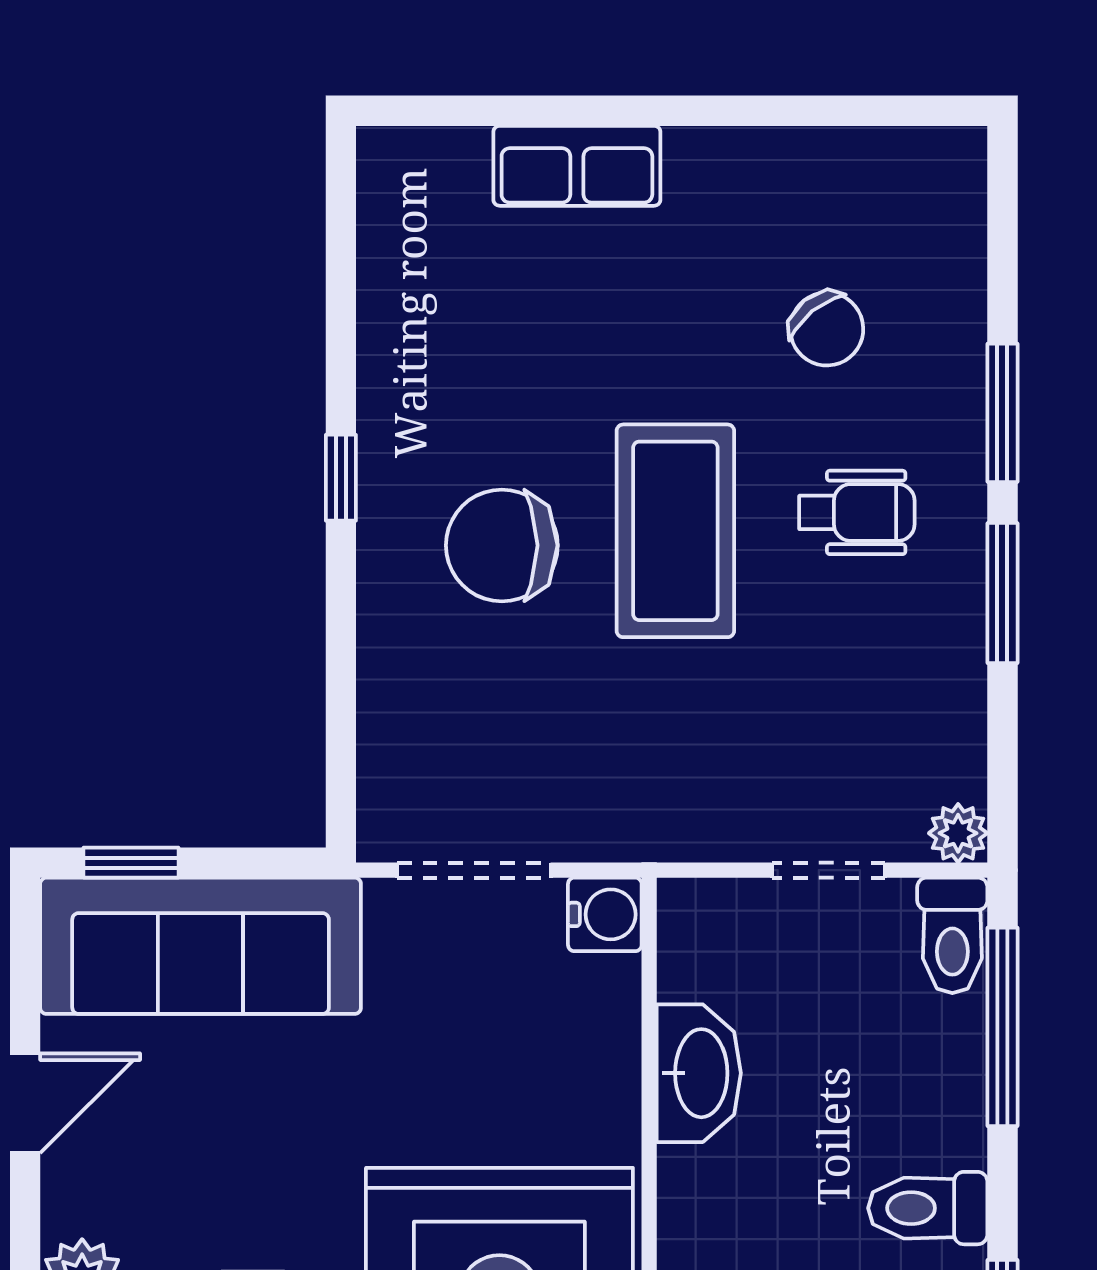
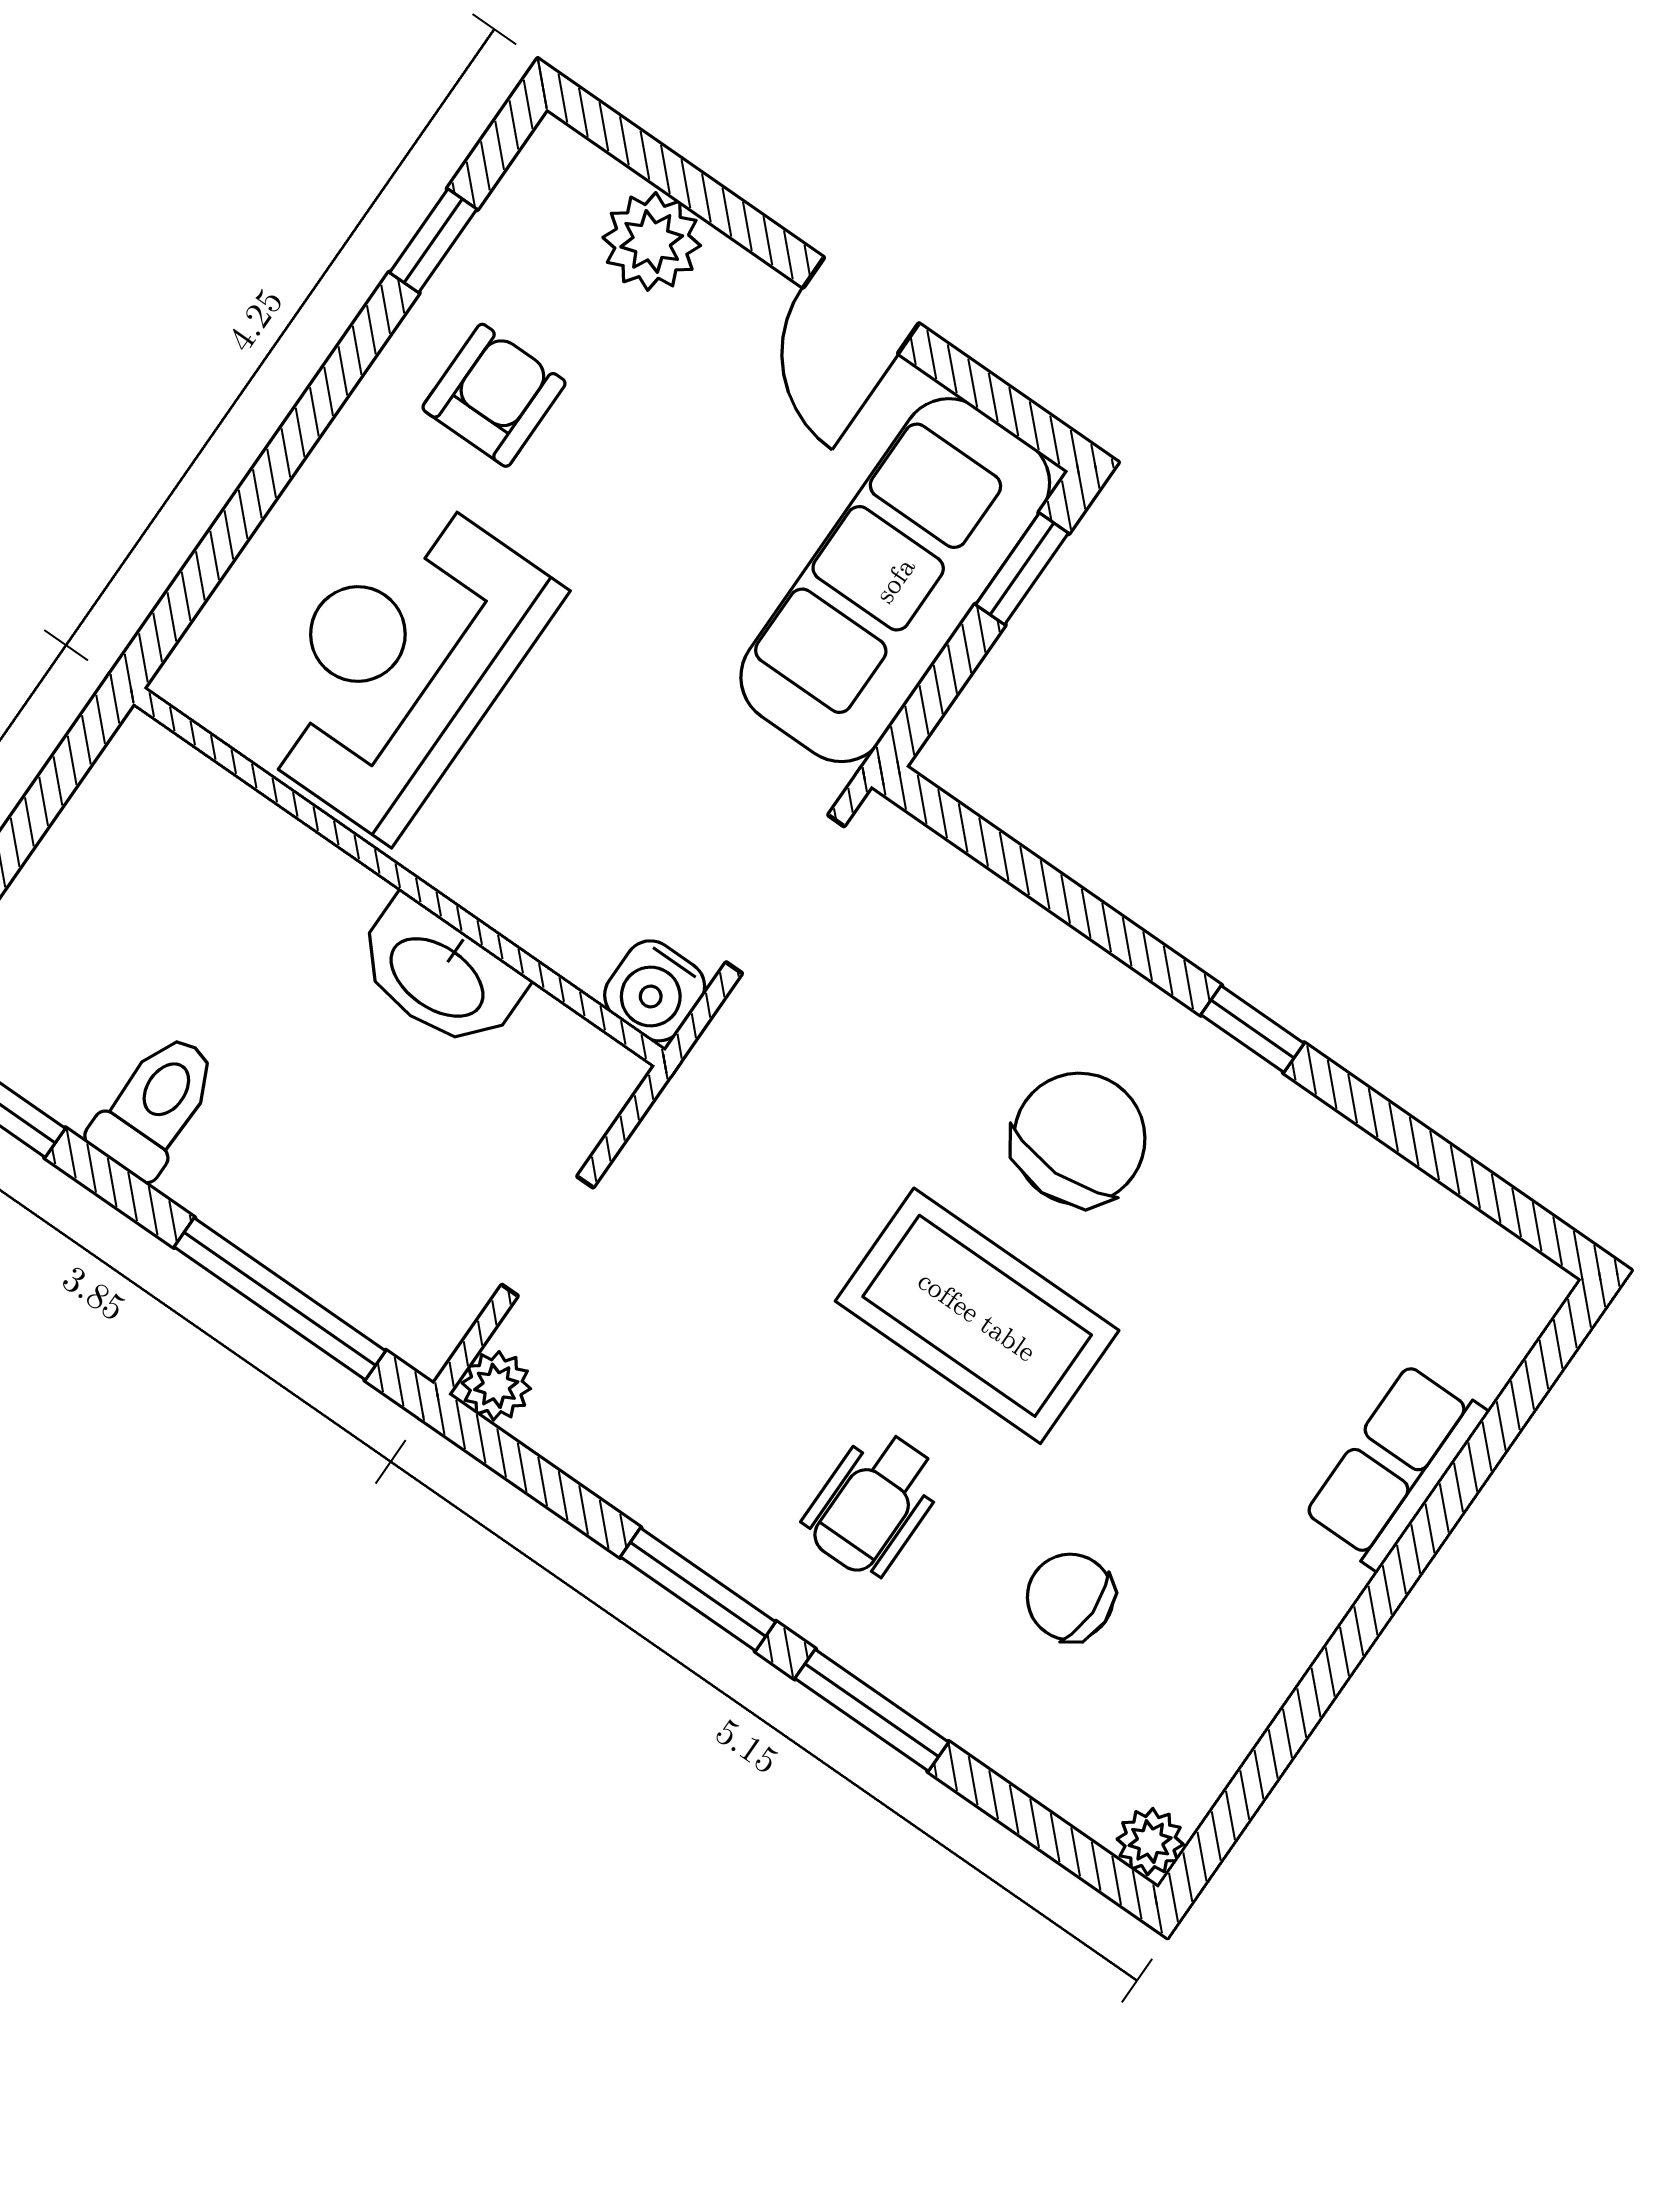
plant: (959, 154) -> (1150, 1842), added
chair: (827, 329) -> (1070, 1597), turned 39
toilet: (952, 935) -> (402, 1312), removed

